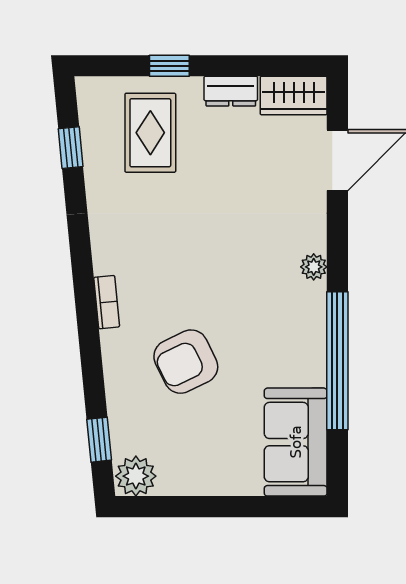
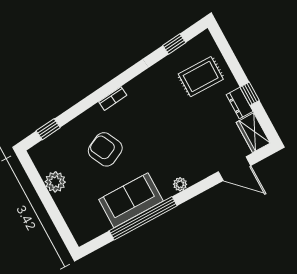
window: (169, 66) -> (250, 94), moved
sofa: (296, 442) -> (131, 200), moved
plant: (136, 476) -> (55, 182), moved

